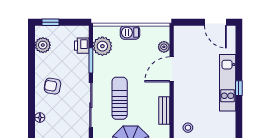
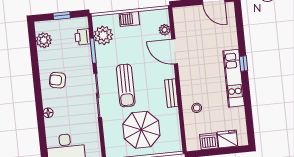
window: (50, 22) -> (62, 16), moved
door: (172, 69) -> (175, 52), hinge flipped
kitchen unit: (228, 83) -> (234, 78), moved
sun lounger: (120, 98) -> (126, 86), turned 180

